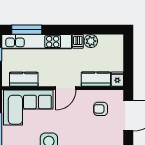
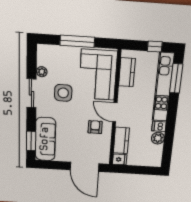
armchair: (101, 109) -> (95, 127), moved

